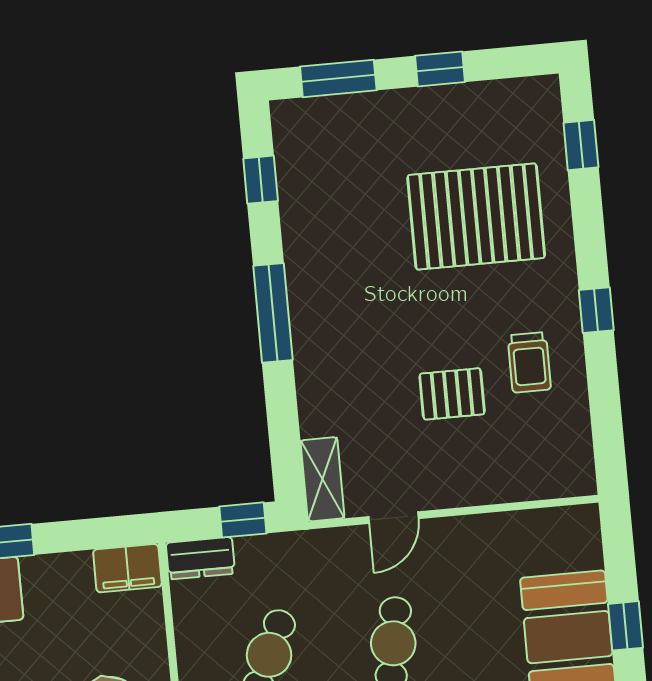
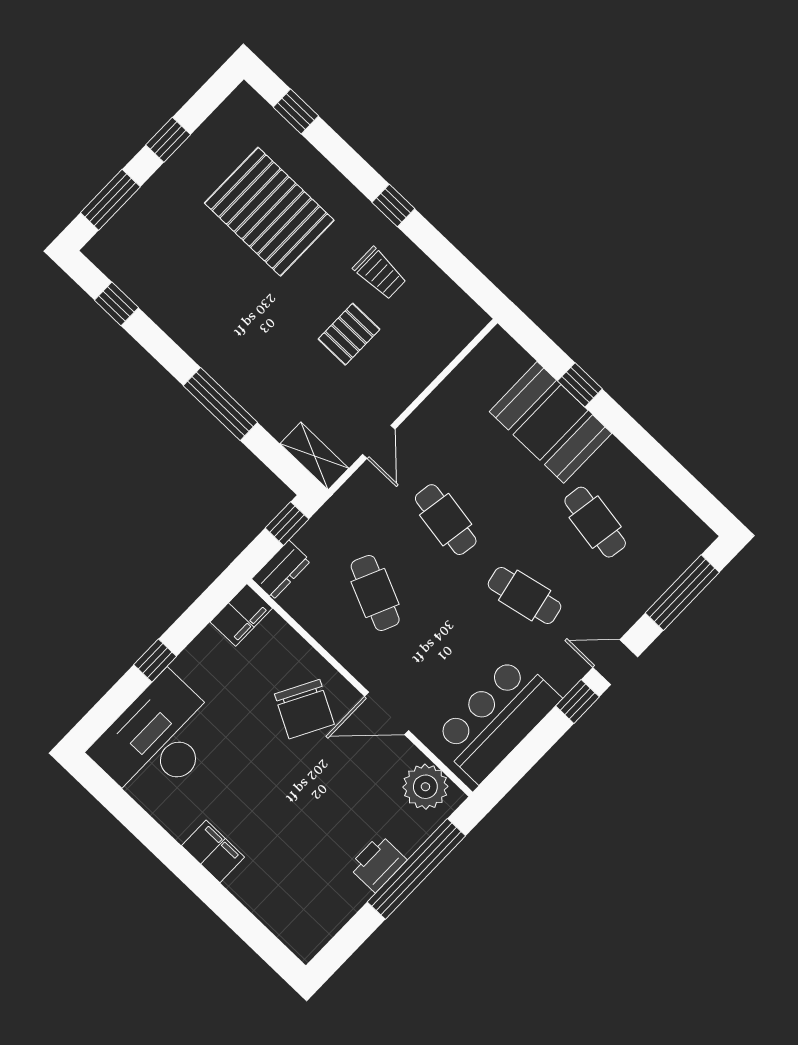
pallet: (476, 216) -> (269, 212), turned 90
window: (273, 313) -> (220, 404), moved

